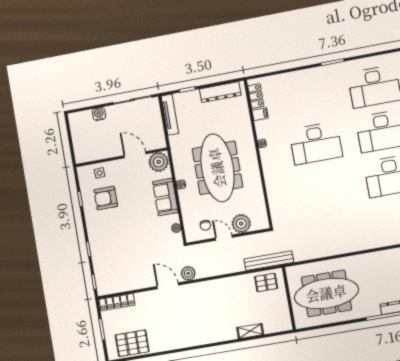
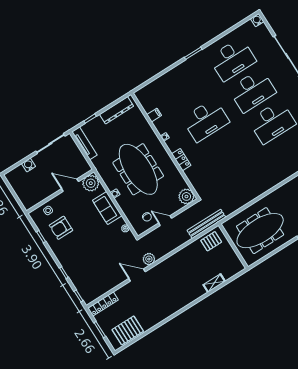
locker: (256, 96) -> (181, 160), moved
plant: (241, 224) -> (186, 196), moved

